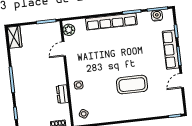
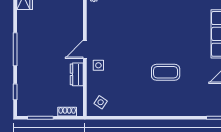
door: (64, 49) -> (85, 49), moved
coffee table: (132, 85) -> (166, 72), width x0.73, depth x0.76

